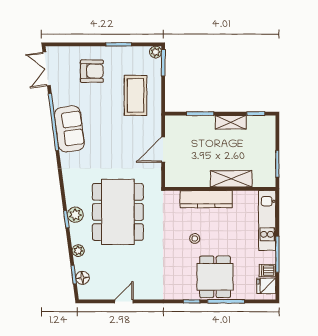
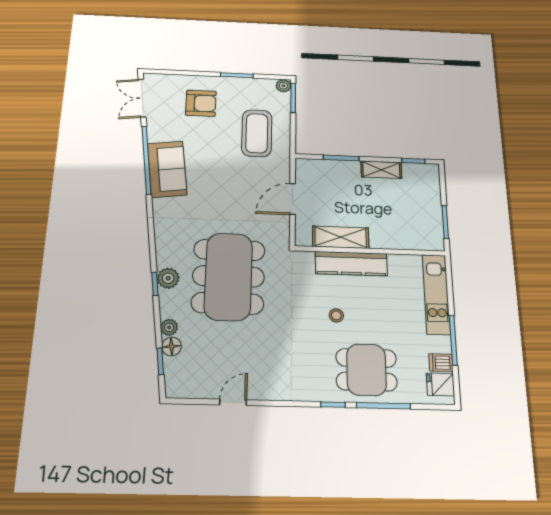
shelving: (231, 179) -> (341, 237), moved
dining table: (215, 277) -> (366, 370), turned 90
floor lamp: (82, 278) -> (172, 346), moved

